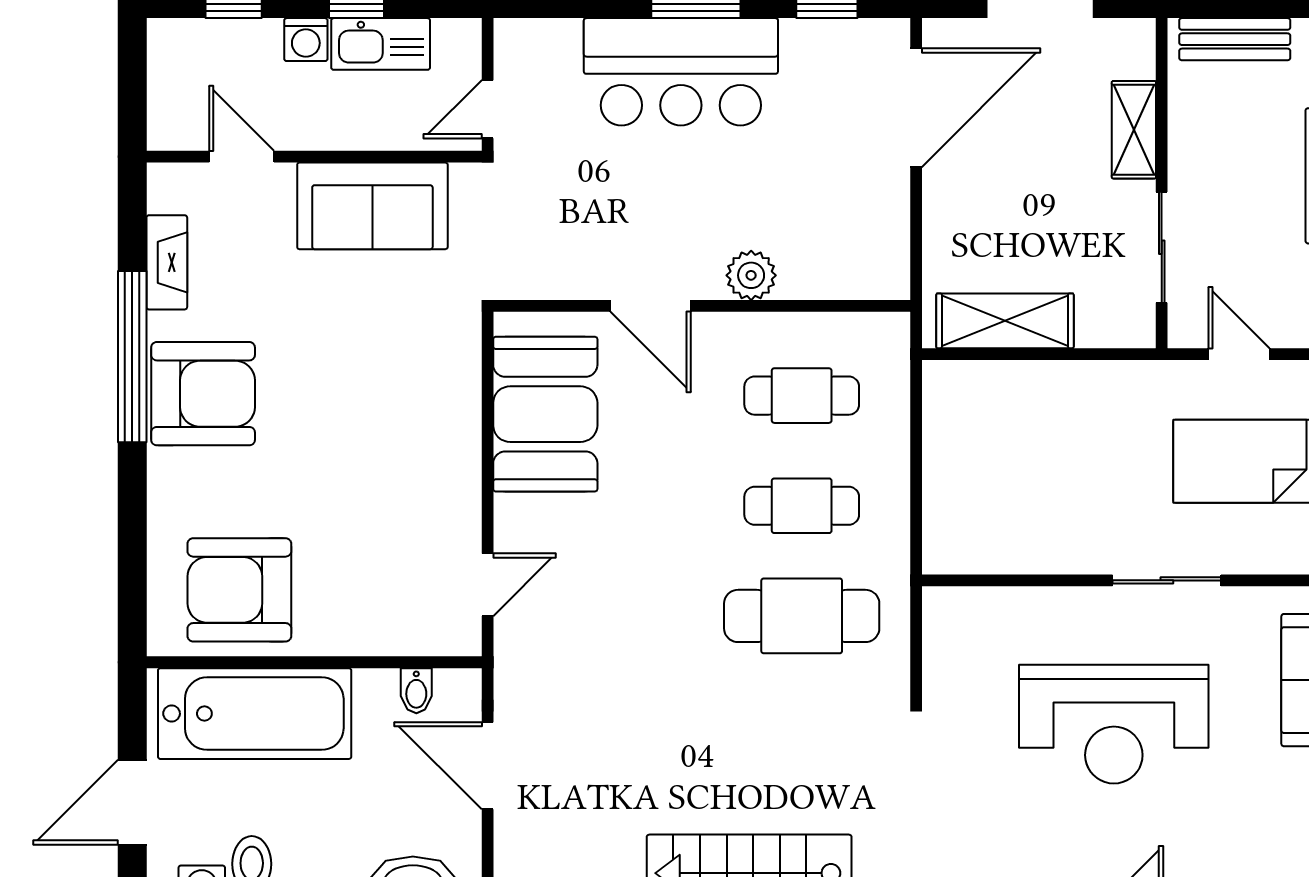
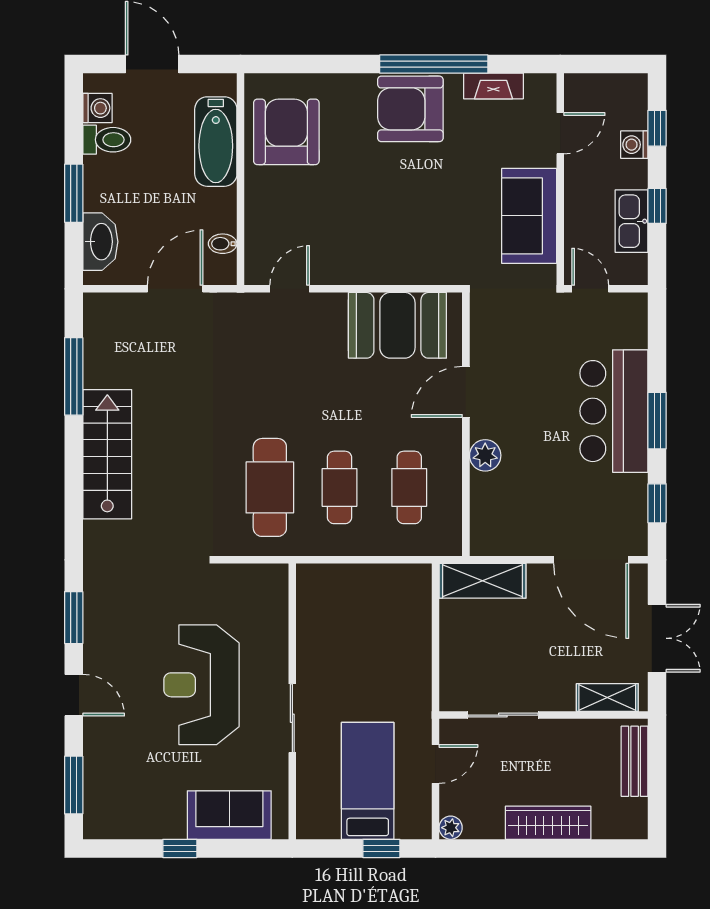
washing machine: (306, 40) -> (634, 145), moved
shelving: (1134, 130) -> (607, 697), moved
shelving: (1005, 321) -> (482, 581), moved, turned 90
armchair: (203, 394) -> (410, 109), turned 90
door: (488, 585) -> (290, 289), swing flipped
bathtub: (255, 714) -> (216, 142), width x0.73, depth x0.73

